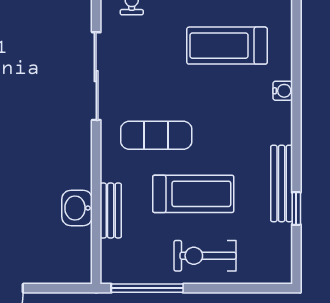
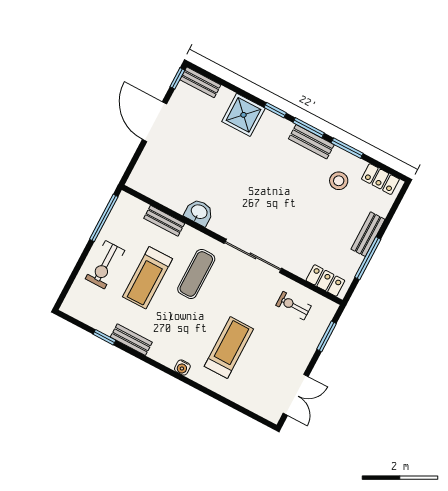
bench: (282, 183) -> (131, 340), width x0.73
washbasin: (77, 208) -> (199, 212), moved
exercise bike: (205, 256) -> (105, 265), turned 180

